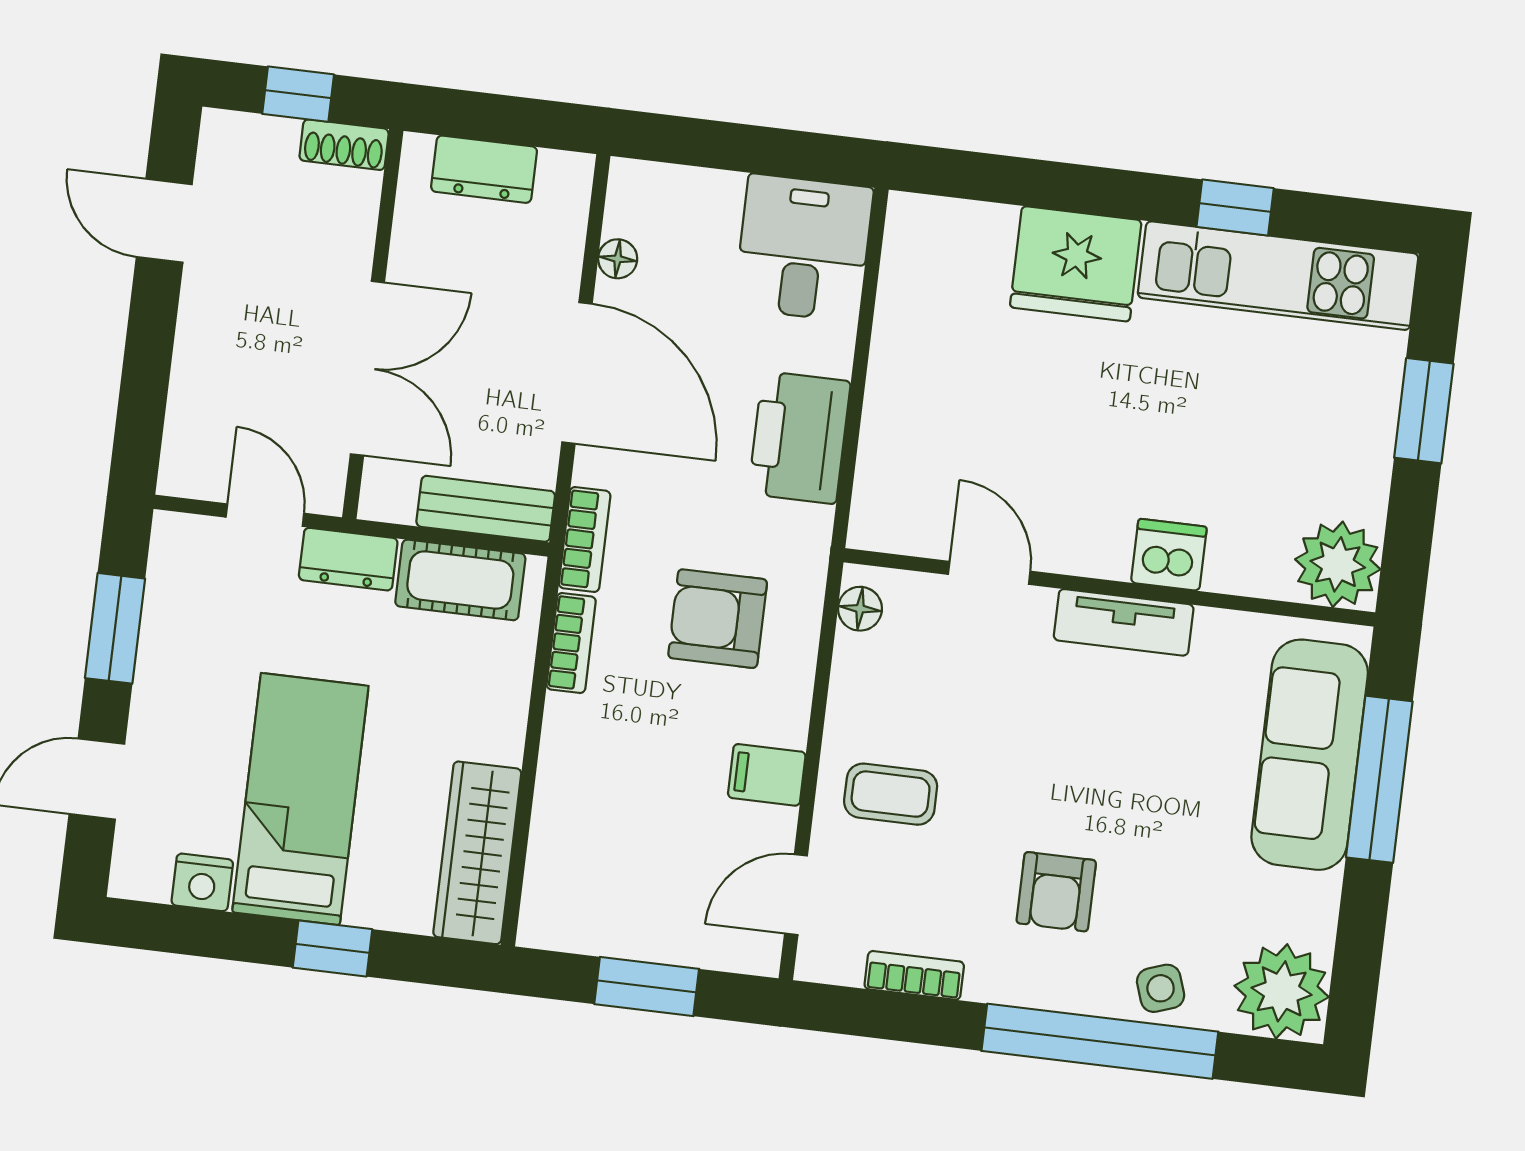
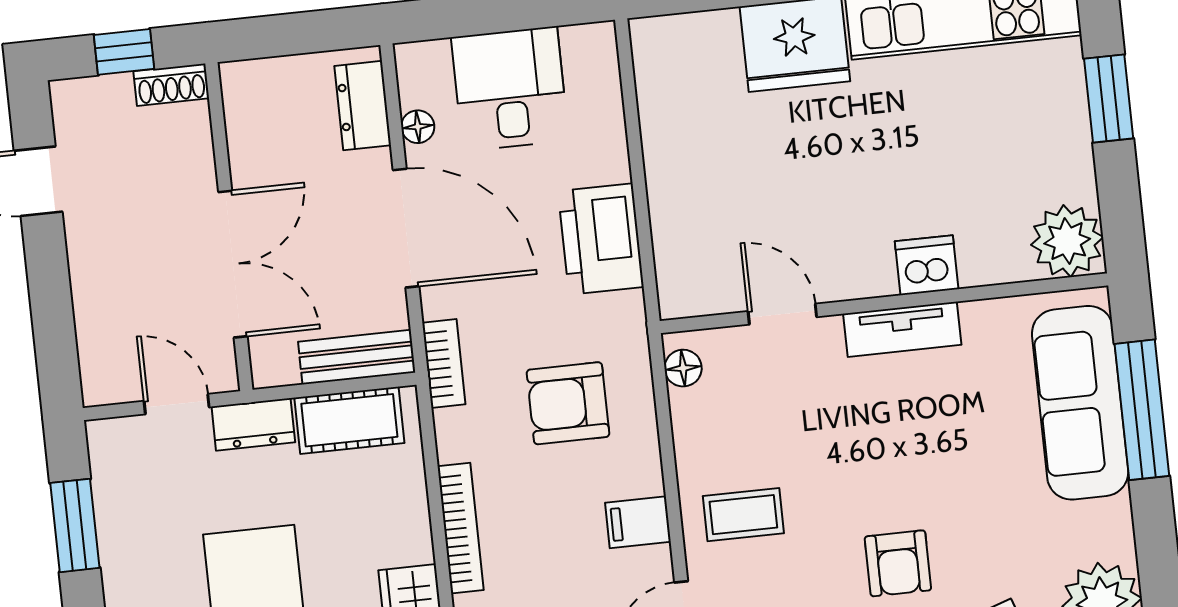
dresser: (484, 169) -> (363, 106), moved, turned 90
desk: (803, 248) -> (510, 89), moved
bookcase: (571, 643) -> (461, 528), moved, width x1.56

